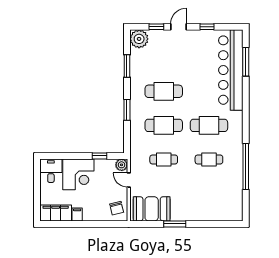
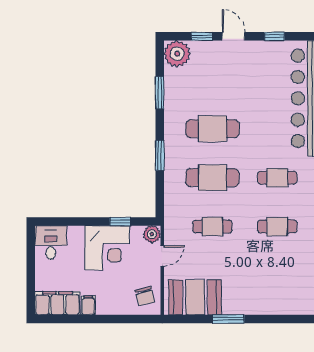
door: (178, 27) -> (234, 36), hinge flipped
cafe table: (209, 125) -> (277, 178), width x0.73, depth x0.74
corner desk: (78, 174) -> (107, 248), moved
door: (129, 180) -> (162, 256), swing flipped

